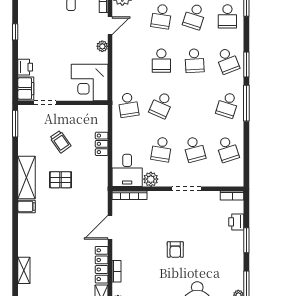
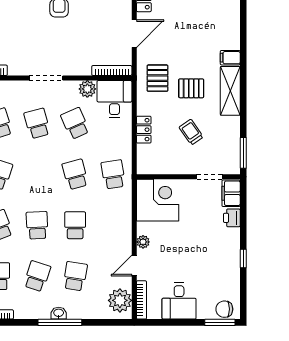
school desk: (161, 105) -> (75, 174), turned -39
school desk: (161, 149) -> (75, 123), turned -33
pallet: (90, 189) -> (157, 78), added

